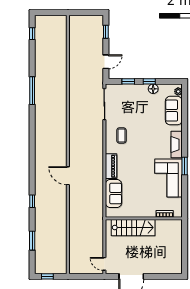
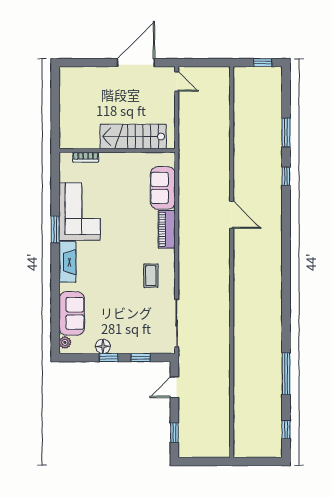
window: (32, 91) -> (286, 374), moved
window: (32, 241) -> (286, 132), moved

